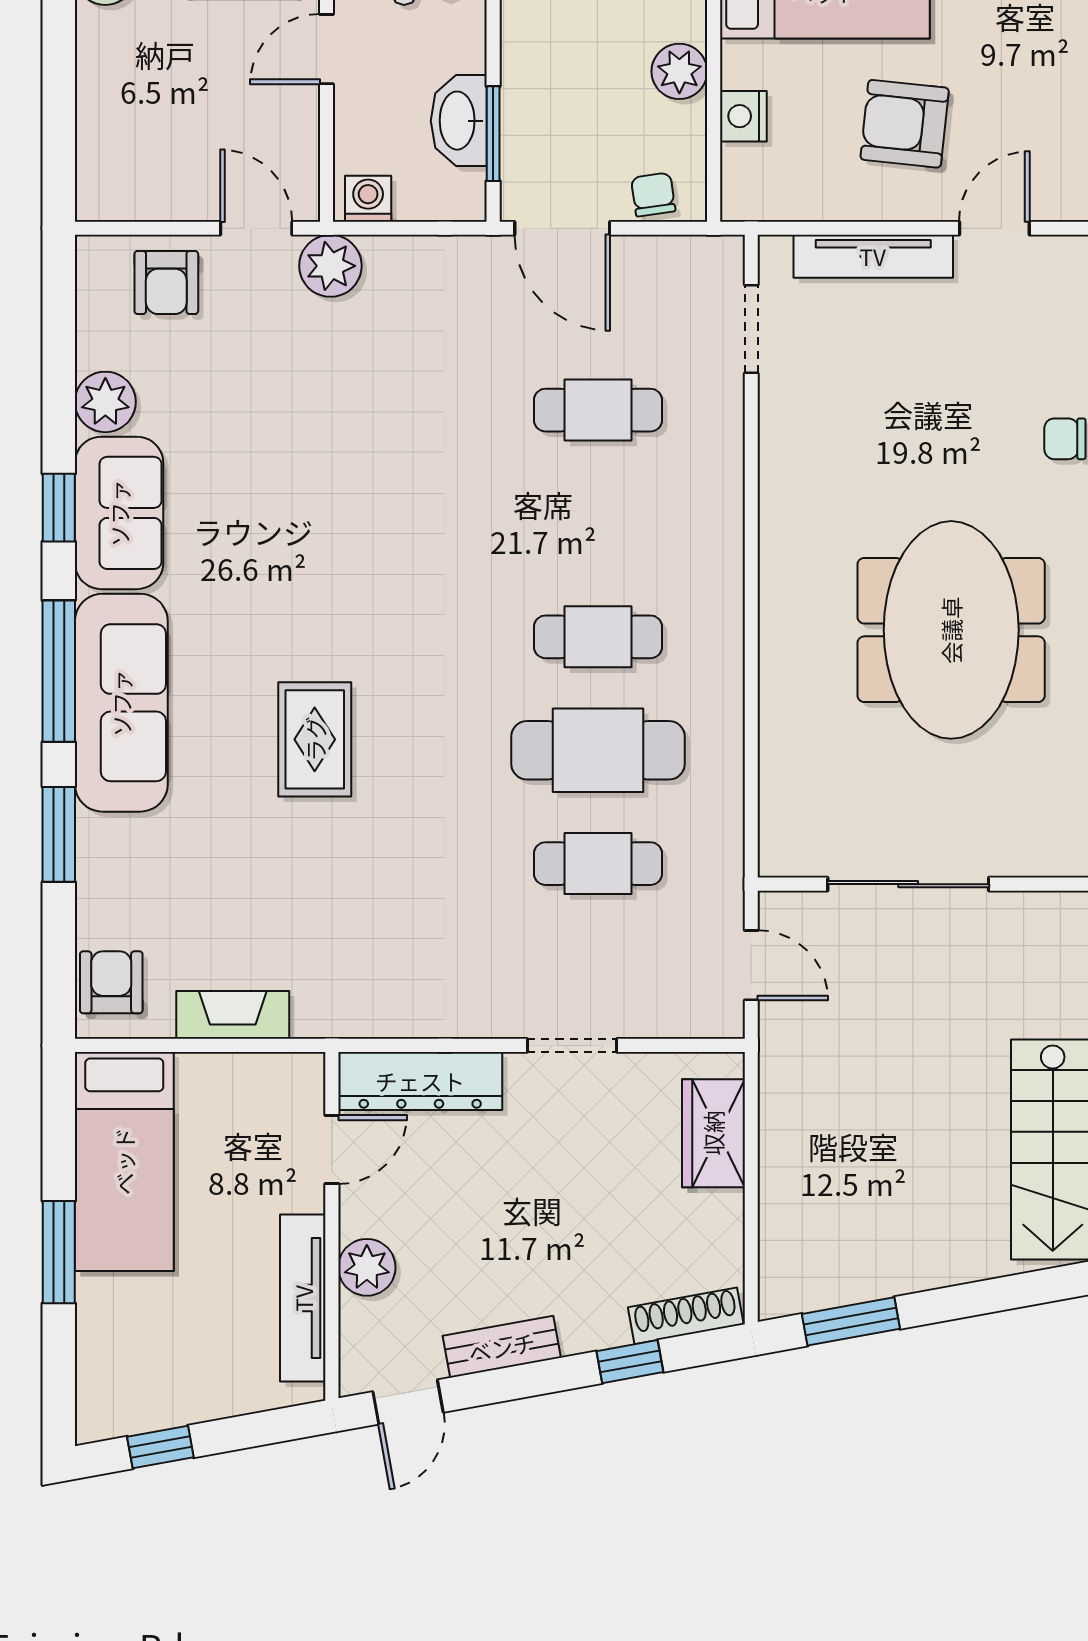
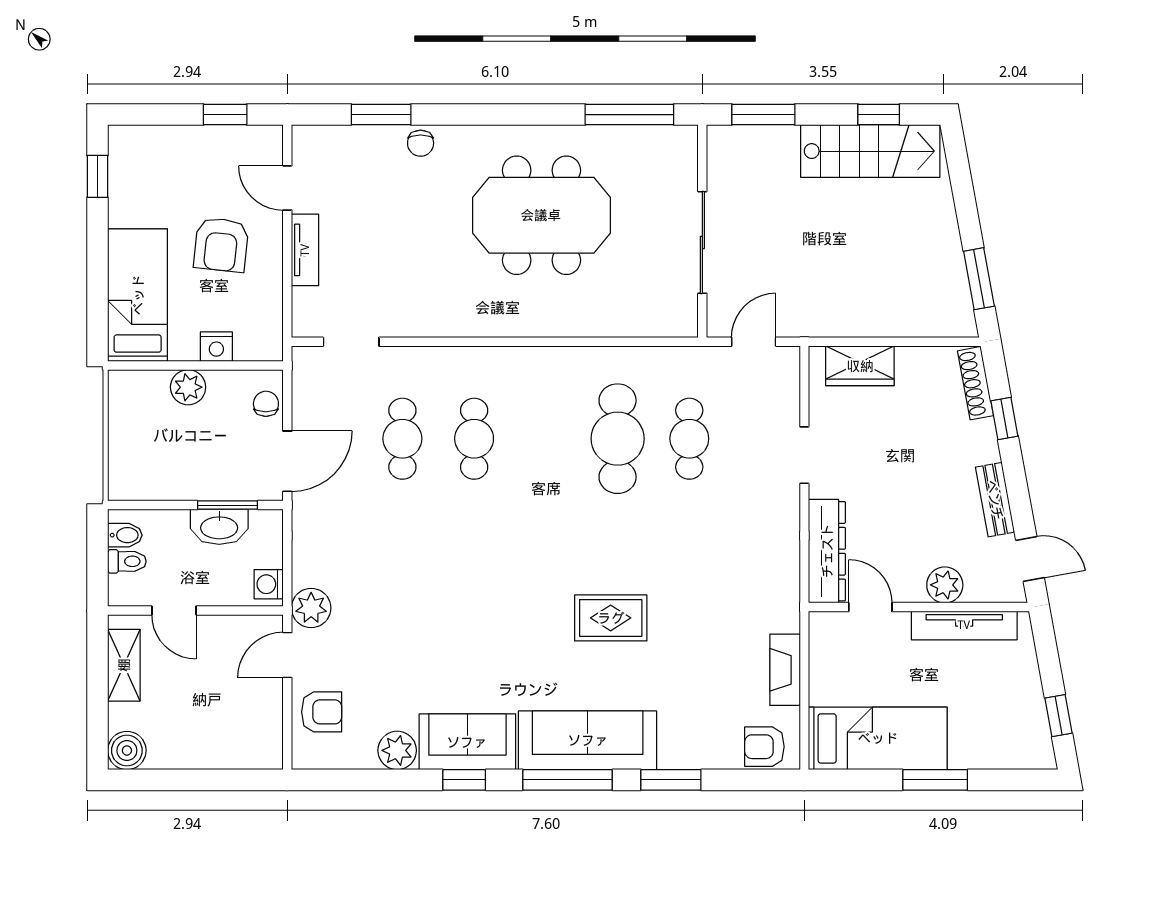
chair: (653, 194) -> (266, 404), turned 98
tv unit: (873, 256) -> (305, 250), width x0.71
cafe table: (598, 637) -> (474, 439), moved

